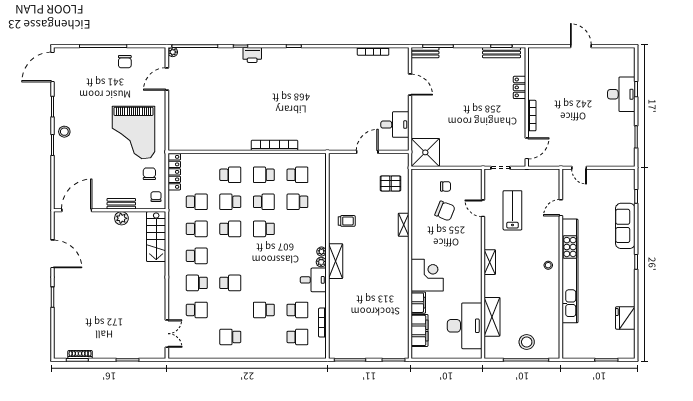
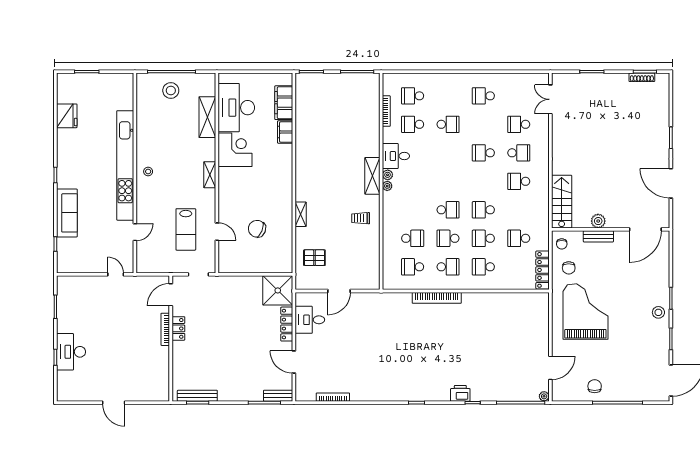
locker: (520, 87) -> (178, 328), moved
locker: (417, 121) -> (287, 324), added
chair: (445, 186) -> (256, 255), removed
school desk: (230, 202) -> (483, 238), turned 180
school desk: (197, 229) -> (519, 210), removed
corner desk: (427, 275) -> (235, 150), moved, turned 180
school desk: (230, 337) -> (483, 96), turned 180

